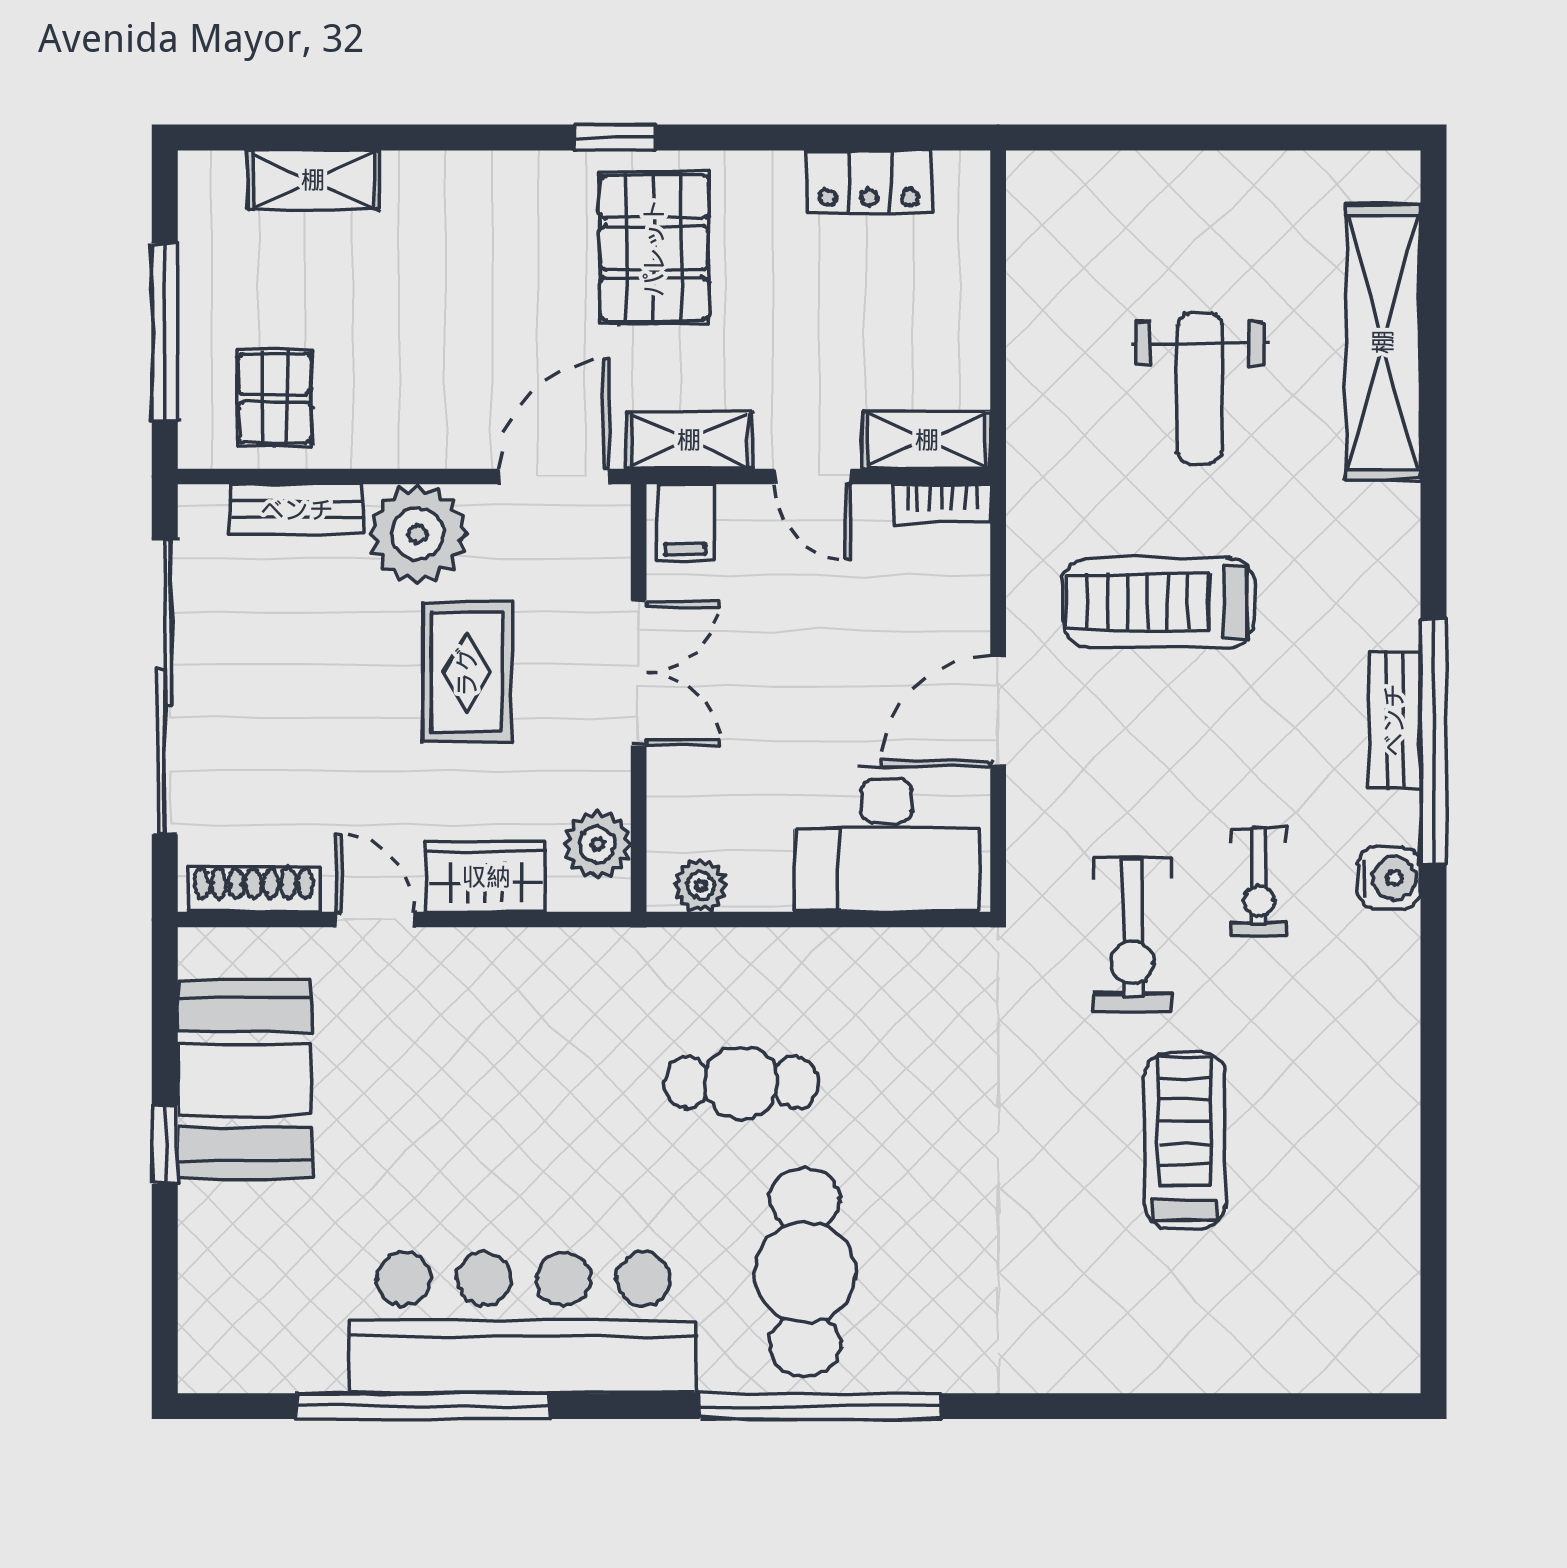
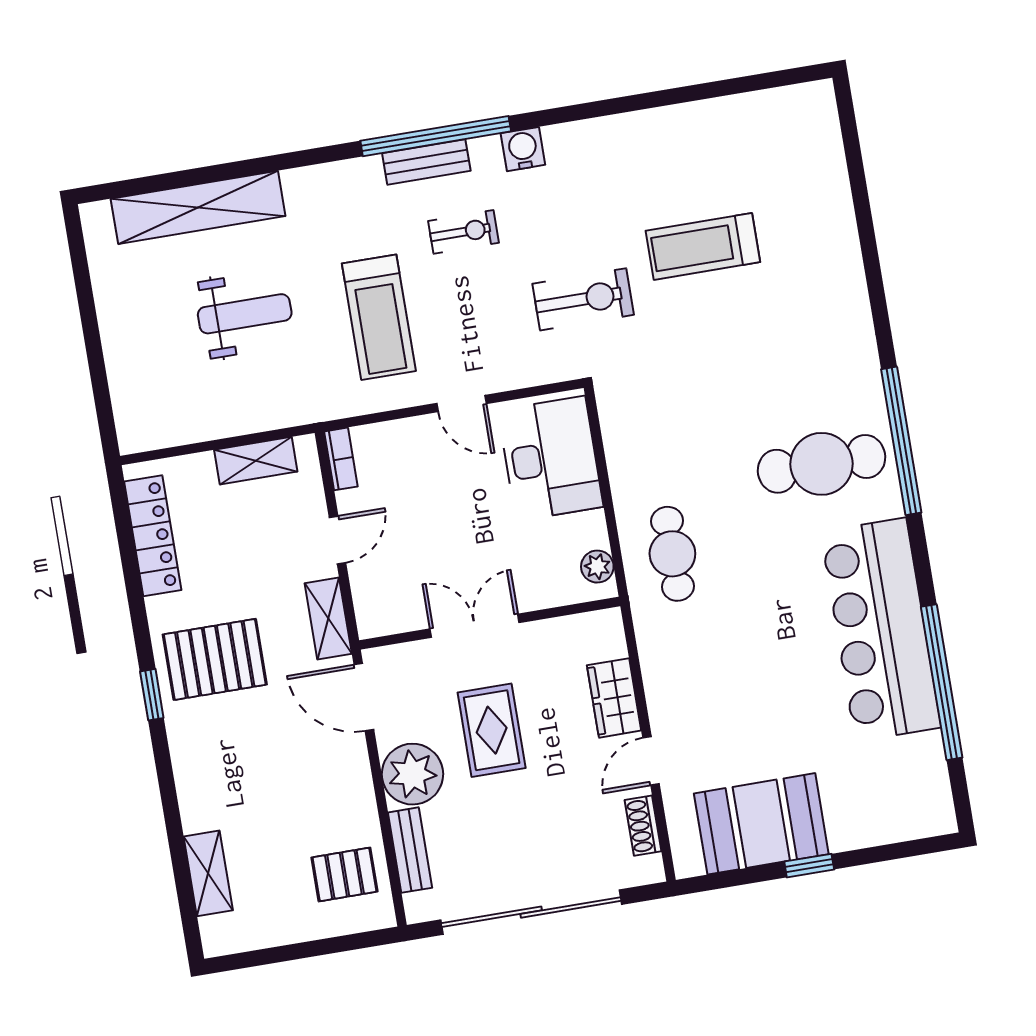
locker: (869, 182) -> (153, 536), width x1.53
window: (165, 332) -> (315, 948), removed
shelving: (927, 440) -> (256, 461), moved, turned 90
filing cabinet: (685, 522) -> (378, 613), removed
rug: (467, 672) -> (492, 730), turned 90
door: (998, 712) -> (461, 404), width x0.73
plant: (597, 845) -> (583, 633), removed
exercise bike: (1259, 881) -> (463, 232), moved
shoe rack: (254, 889) -> (643, 826), width x0.70
cafe table: (741, 1082) -> (672, 554), moved

